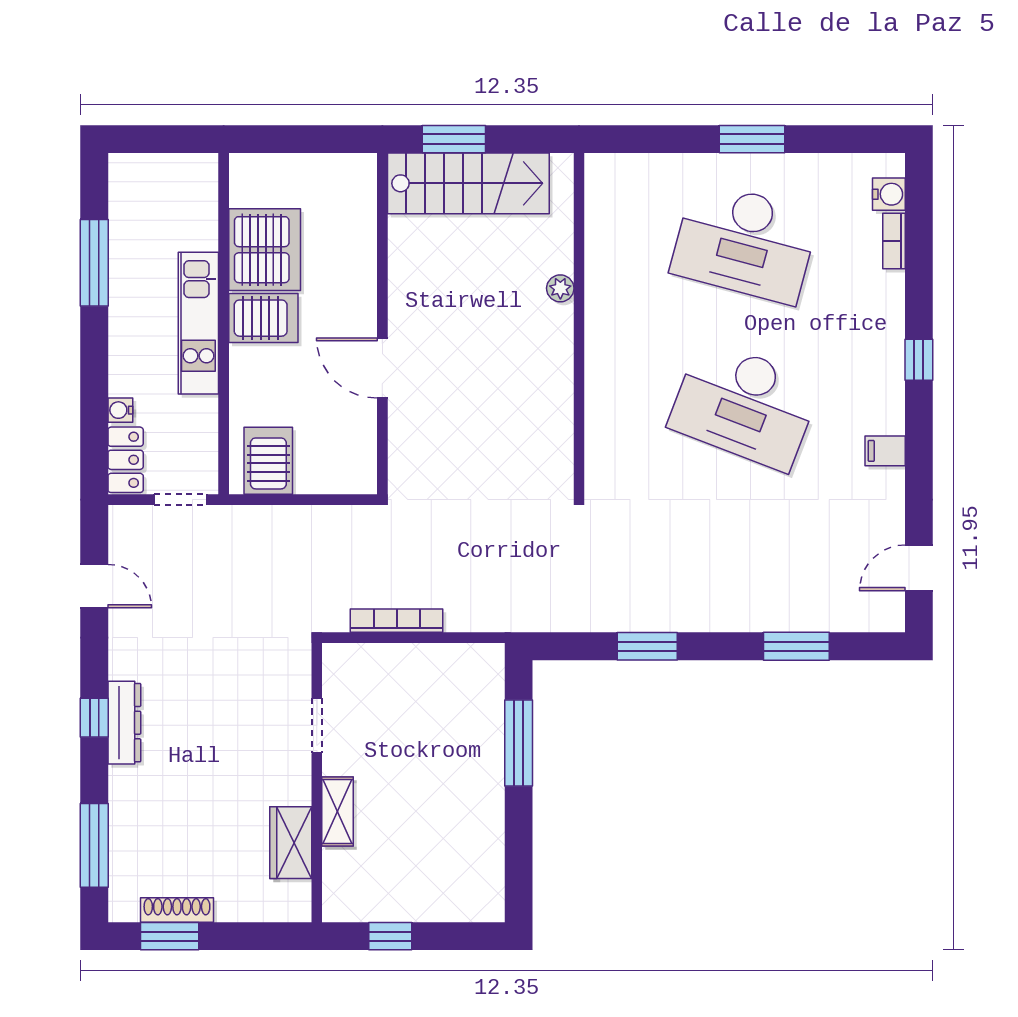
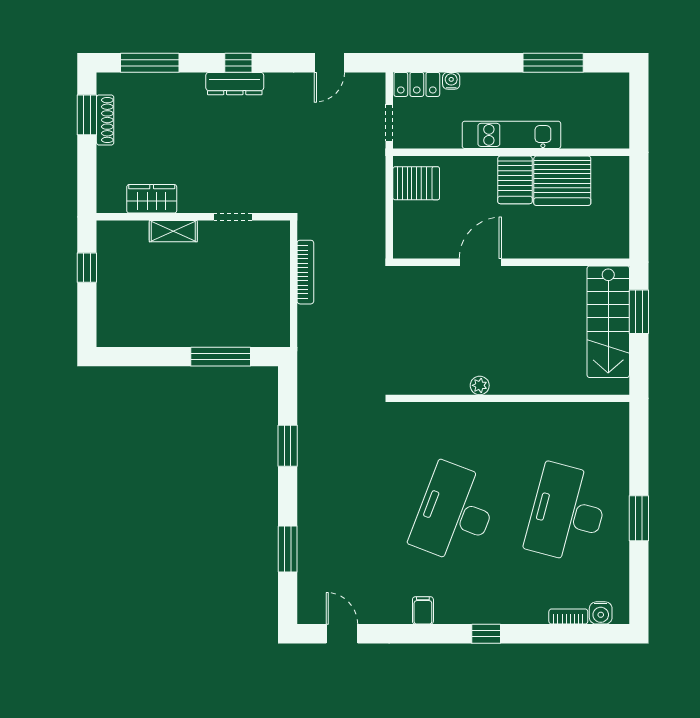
plant: (560, 288) -> (480, 385), moved

